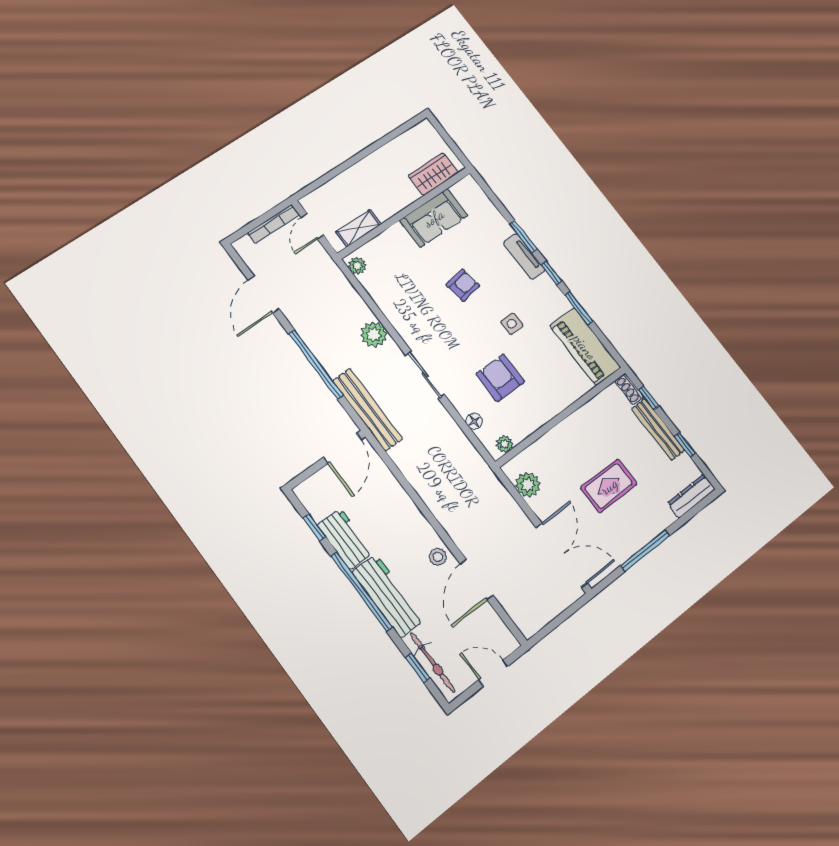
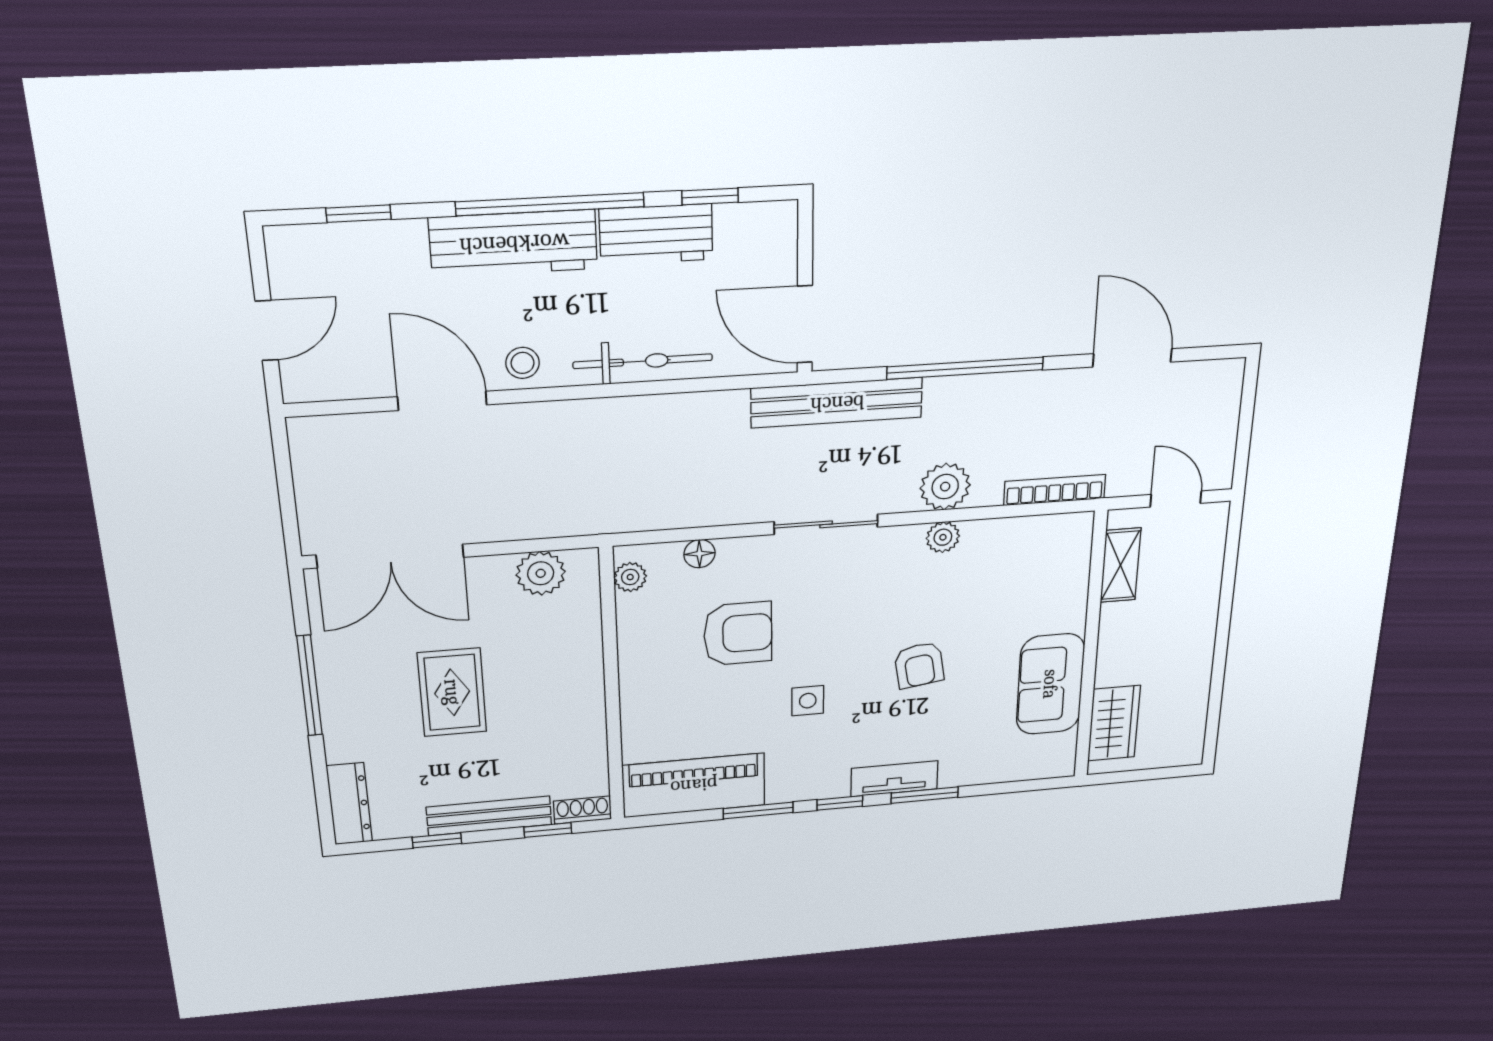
bookcase: (274, 224) -> (1055, 490), moved, turned 90
plant: (357, 266) -> (943, 537), moved
bicycle: (433, 663) -> (643, 361), moved, turned 180

